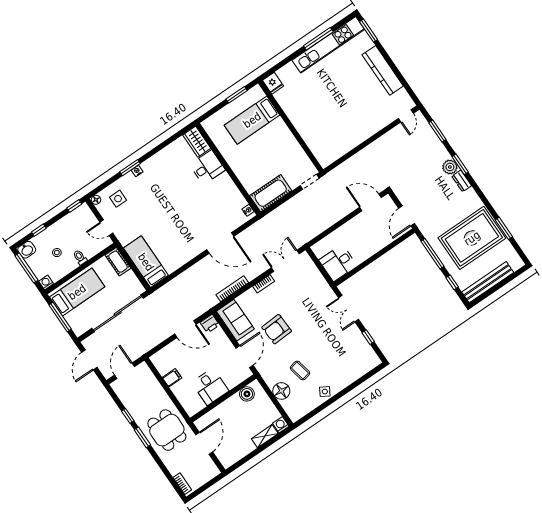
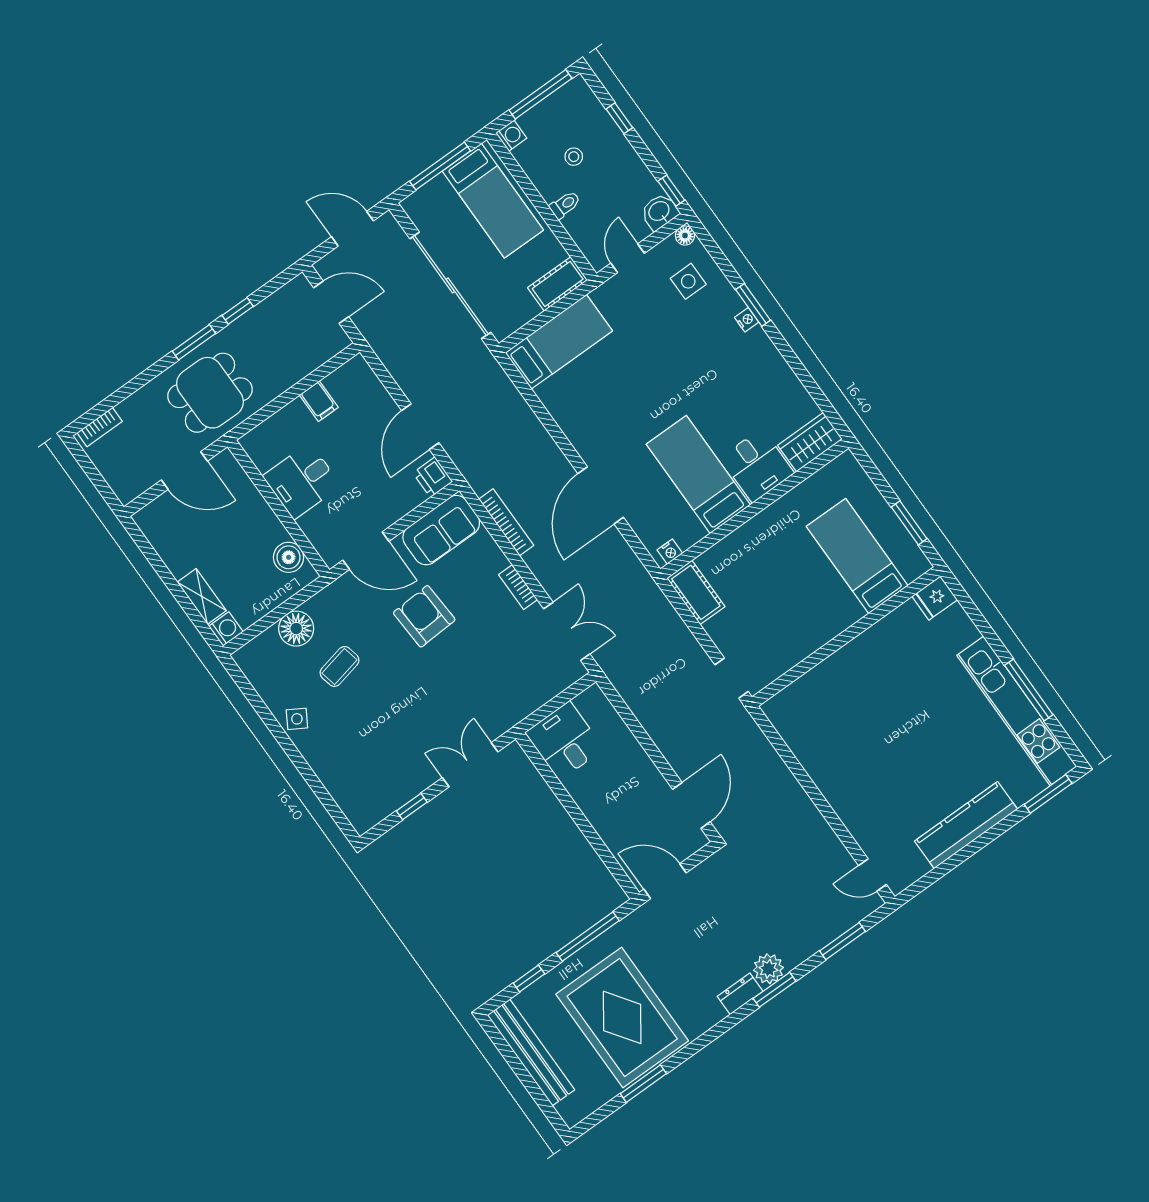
cot: (271, 193) -> (696, 592), width x0.73, depth x0.75
bed: (211, 196) -> (698, 475), added
washbasin: (27, 250) -> (659, 212), moved, turned 90

